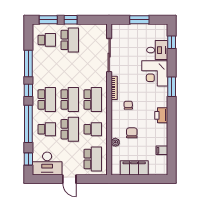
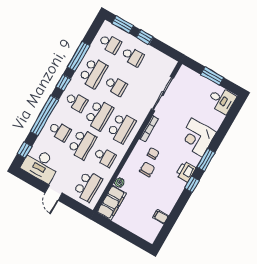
school desk: (70, 40) -> (132, 56), width x0.54
window: (172, 42) -> (192, 184), moved
desk: (157, 50) -> (222, 100), moved
school desk: (47, 70) -> (93, 73), added
school desk: (70, 70) -> (116, 86), added
school desk: (47, 99) -> (76, 102), width x0.54
printer: (161, 115) -> (186, 172), moved
chair: (132, 133) -> (147, 169), moved
filing cabinet: (134, 168) -> (112, 203), moved, turned 90

